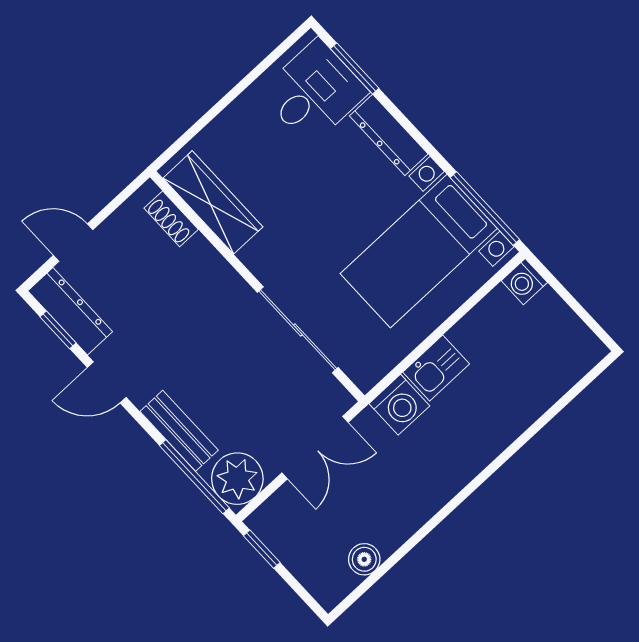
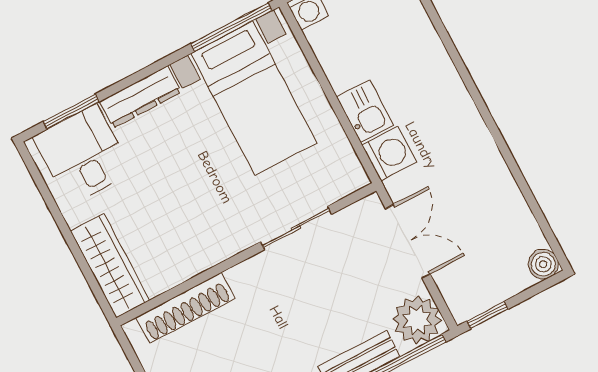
wardrobe: (213, 202) -> (110, 266), moved, turned 90
shoe rack: (171, 219) -> (185, 308), width x1.94, depth x1.24
sliding door: (298, 330) -> (296, 228), width x0.73
boiler: (364, 559) -> (543, 264), moved

